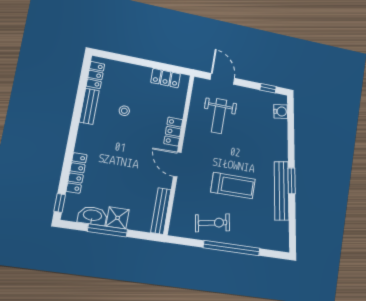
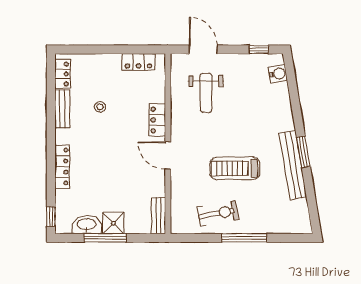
locker: (77, 173) -> (62, 166), moved
treadmill: (233, 186) -> (235, 168), turned 180
bench: (161, 211) -> (158, 216), width x0.73
window: (232, 248) -> (244, 238), width x0.68

